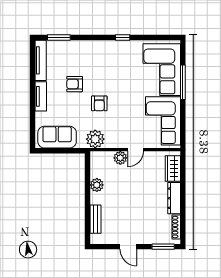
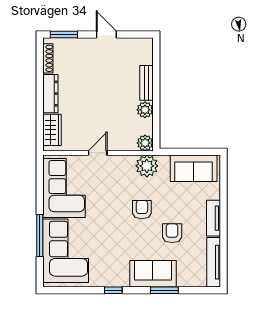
window: (59, 37) -> (164, 290), moved
sofa: (90, 51) -> (153, 274), added
armchair: (75, 84) -> (172, 233), turned -90
plant: (120, 158) -> (145, 143), moved
bench: (95, 219) -> (147, 83), moved

